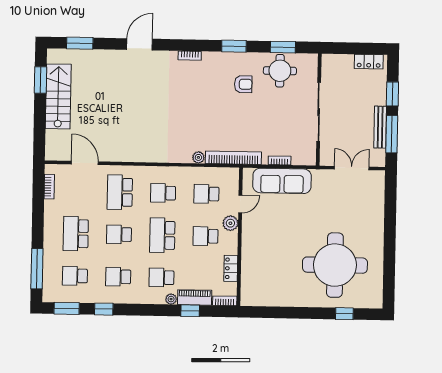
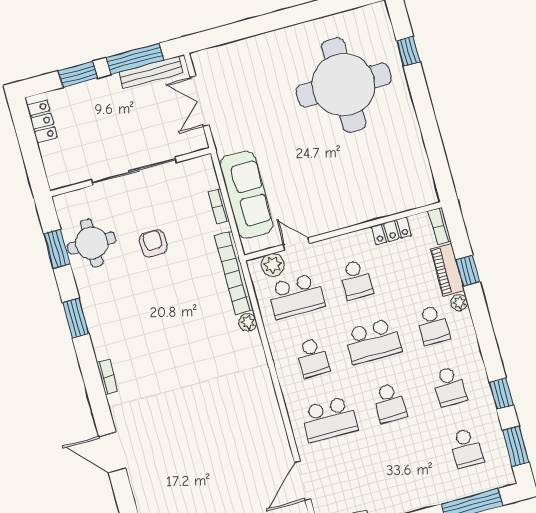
armchair: (243, 84) -> (153, 243), moved
bench: (380, 127) -> (151, 72), moved
school desk: (206, 194) -> (296, 296), width x1.85
plant: (230, 223) -> (273, 265), moved
school desk: (76, 234) -> (406, 464), removed

